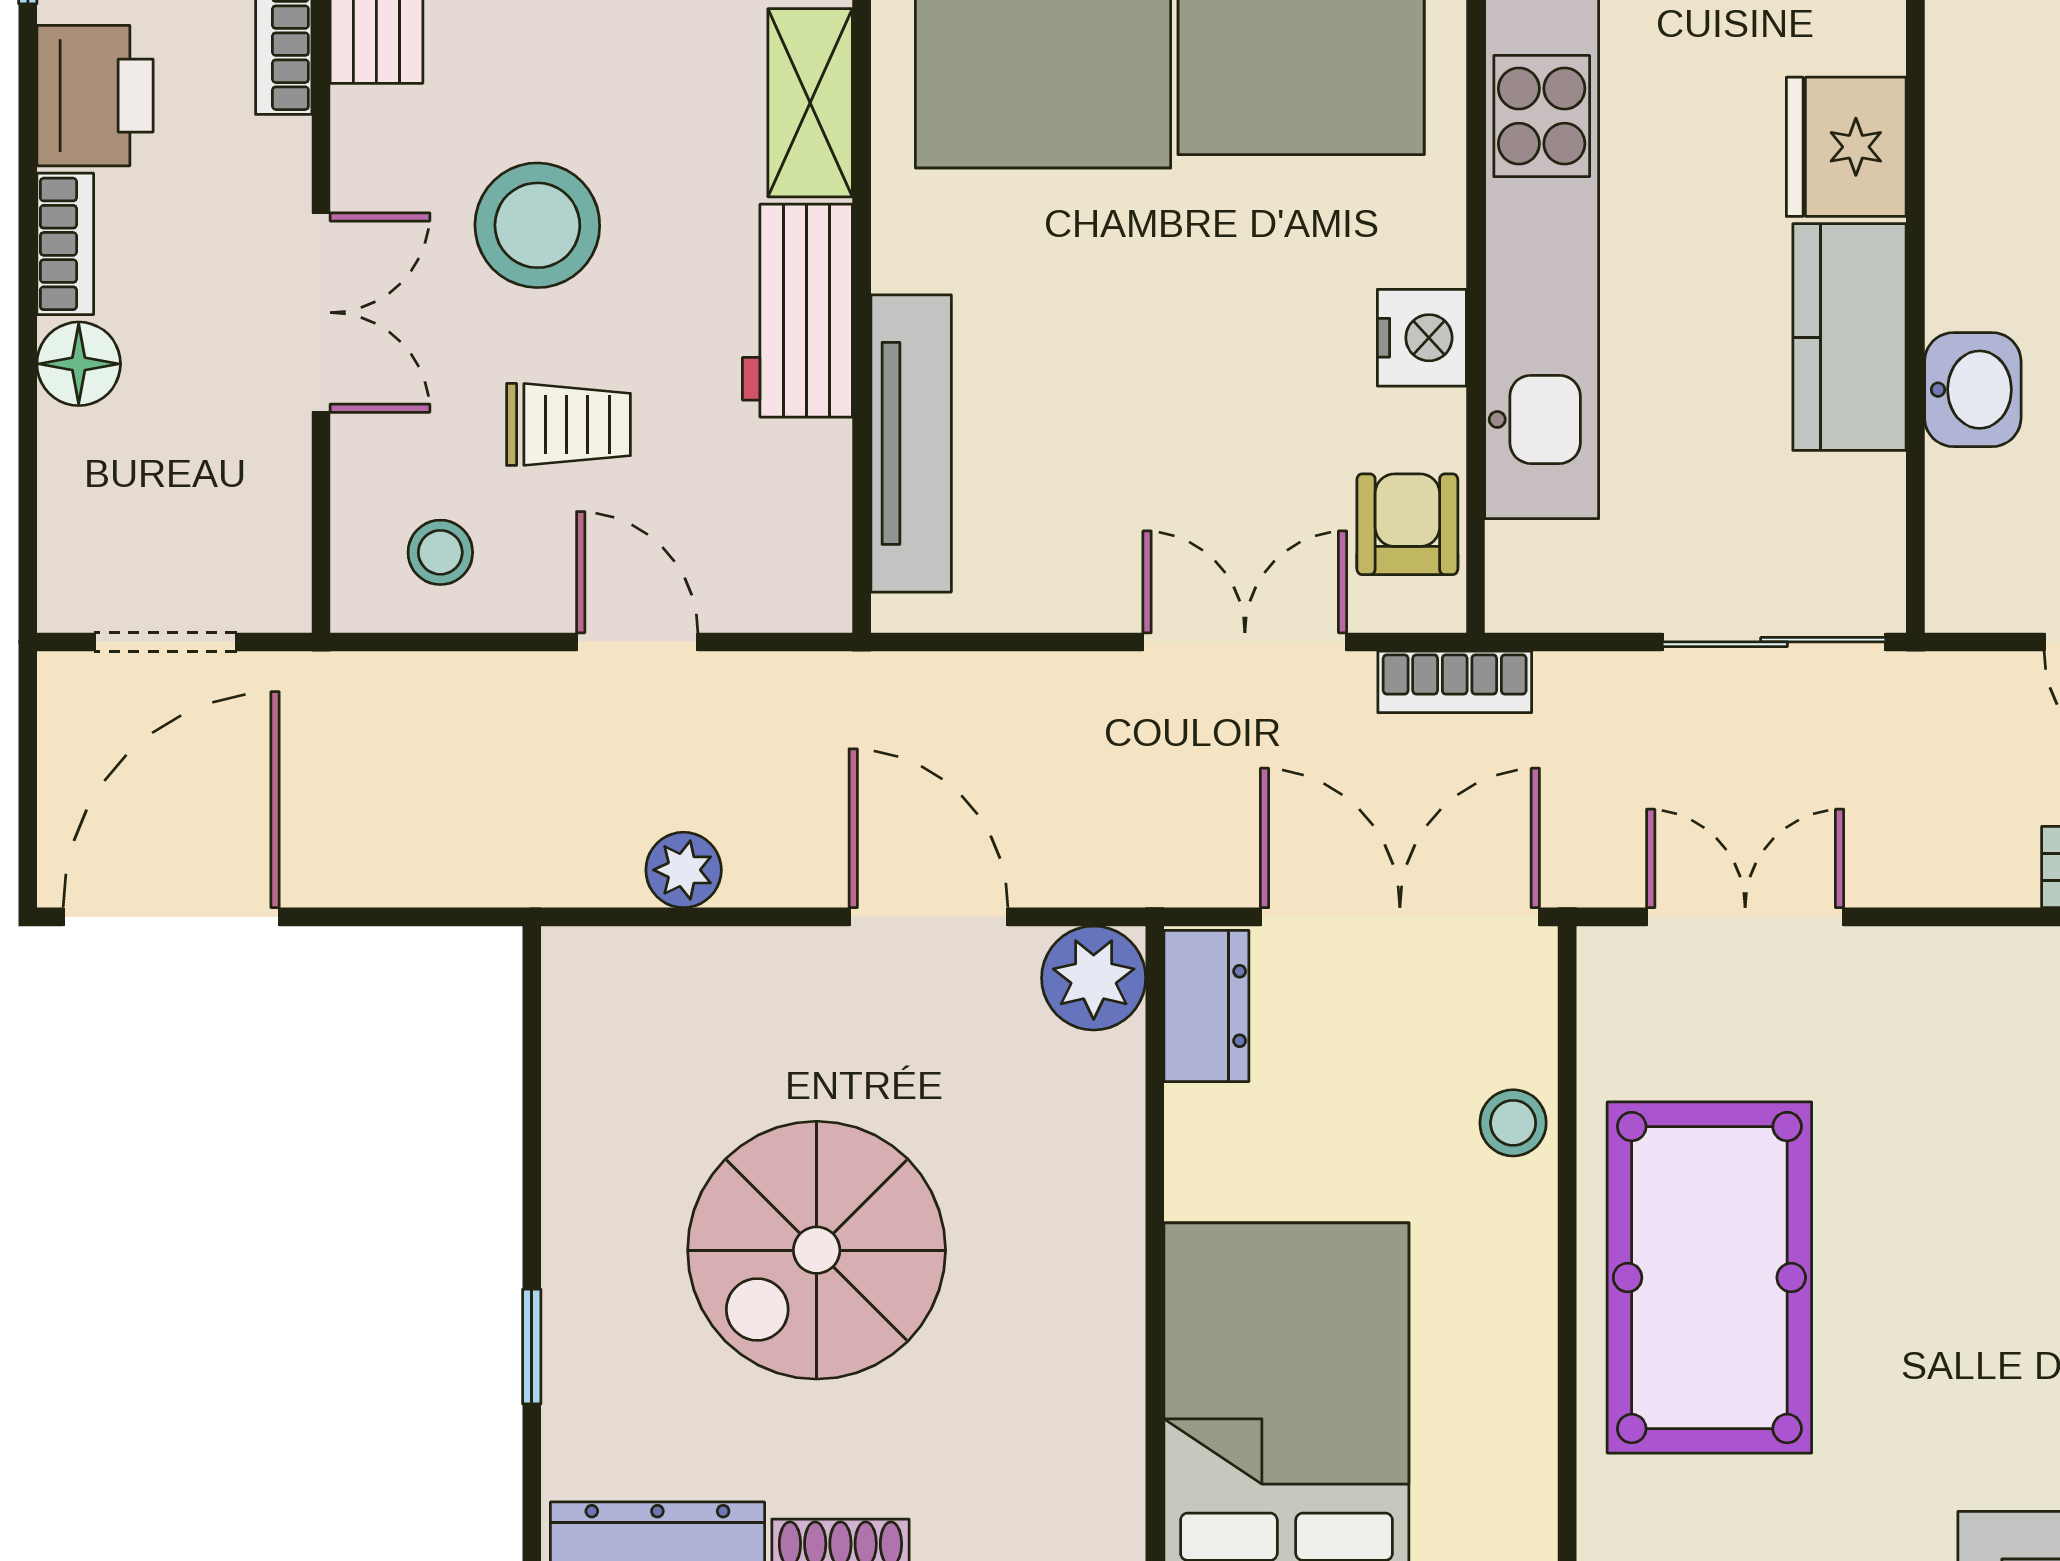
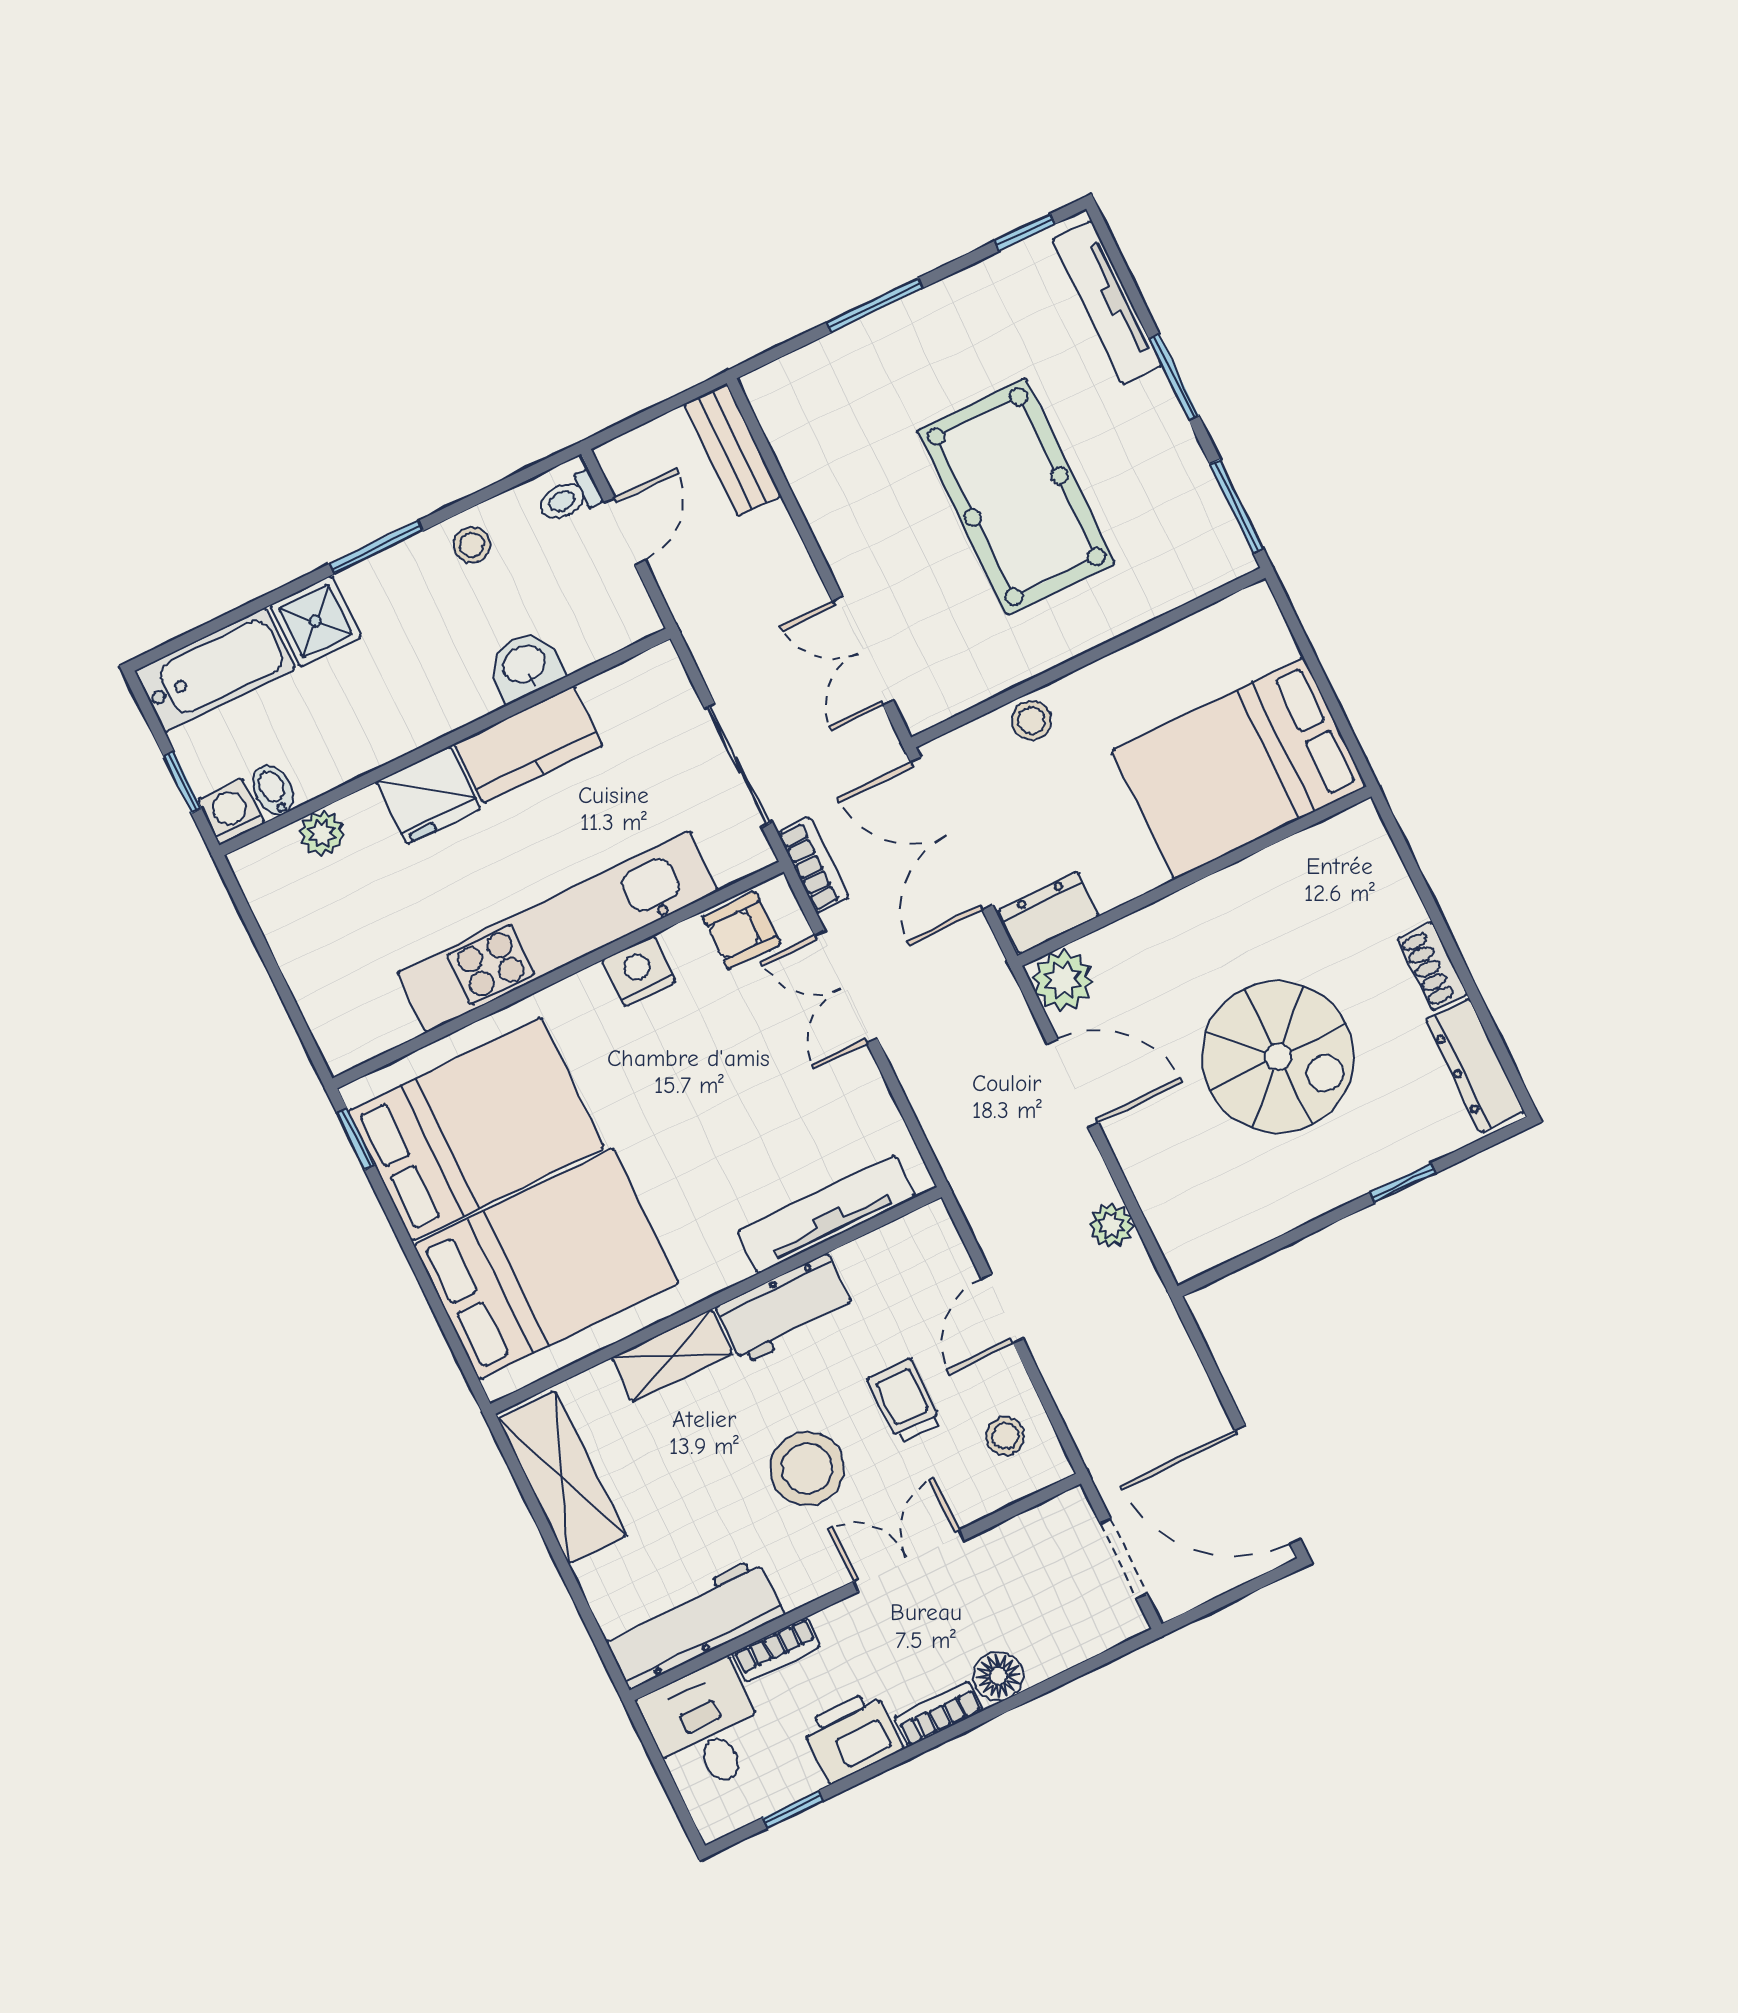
sliding door: (1774, 642) -> (738, 765), moved
door: (928, 917) -> (1073, 1083), swing flipped
pool table: (1709, 1278) -> (1016, 497), moved, turned 90

